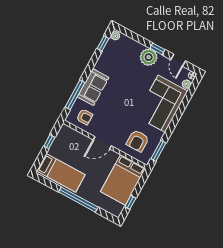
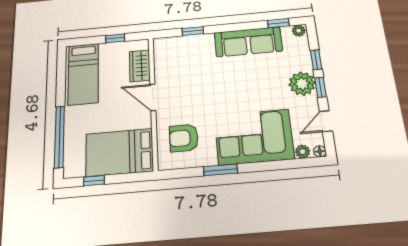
window: (140, 39) -> (316, 60), added
sofa: (93, 87) -> (248, 42), moved, width x1.36
window: (75, 95) -> (193, 31), width x0.46
armchair: (85, 117) -> (173, 58), removed
wardrobe: (77, 138) -> (140, 66), added
window: (158, 151) -> (221, 170), moved
window: (78, 200) -> (59, 137), moved

